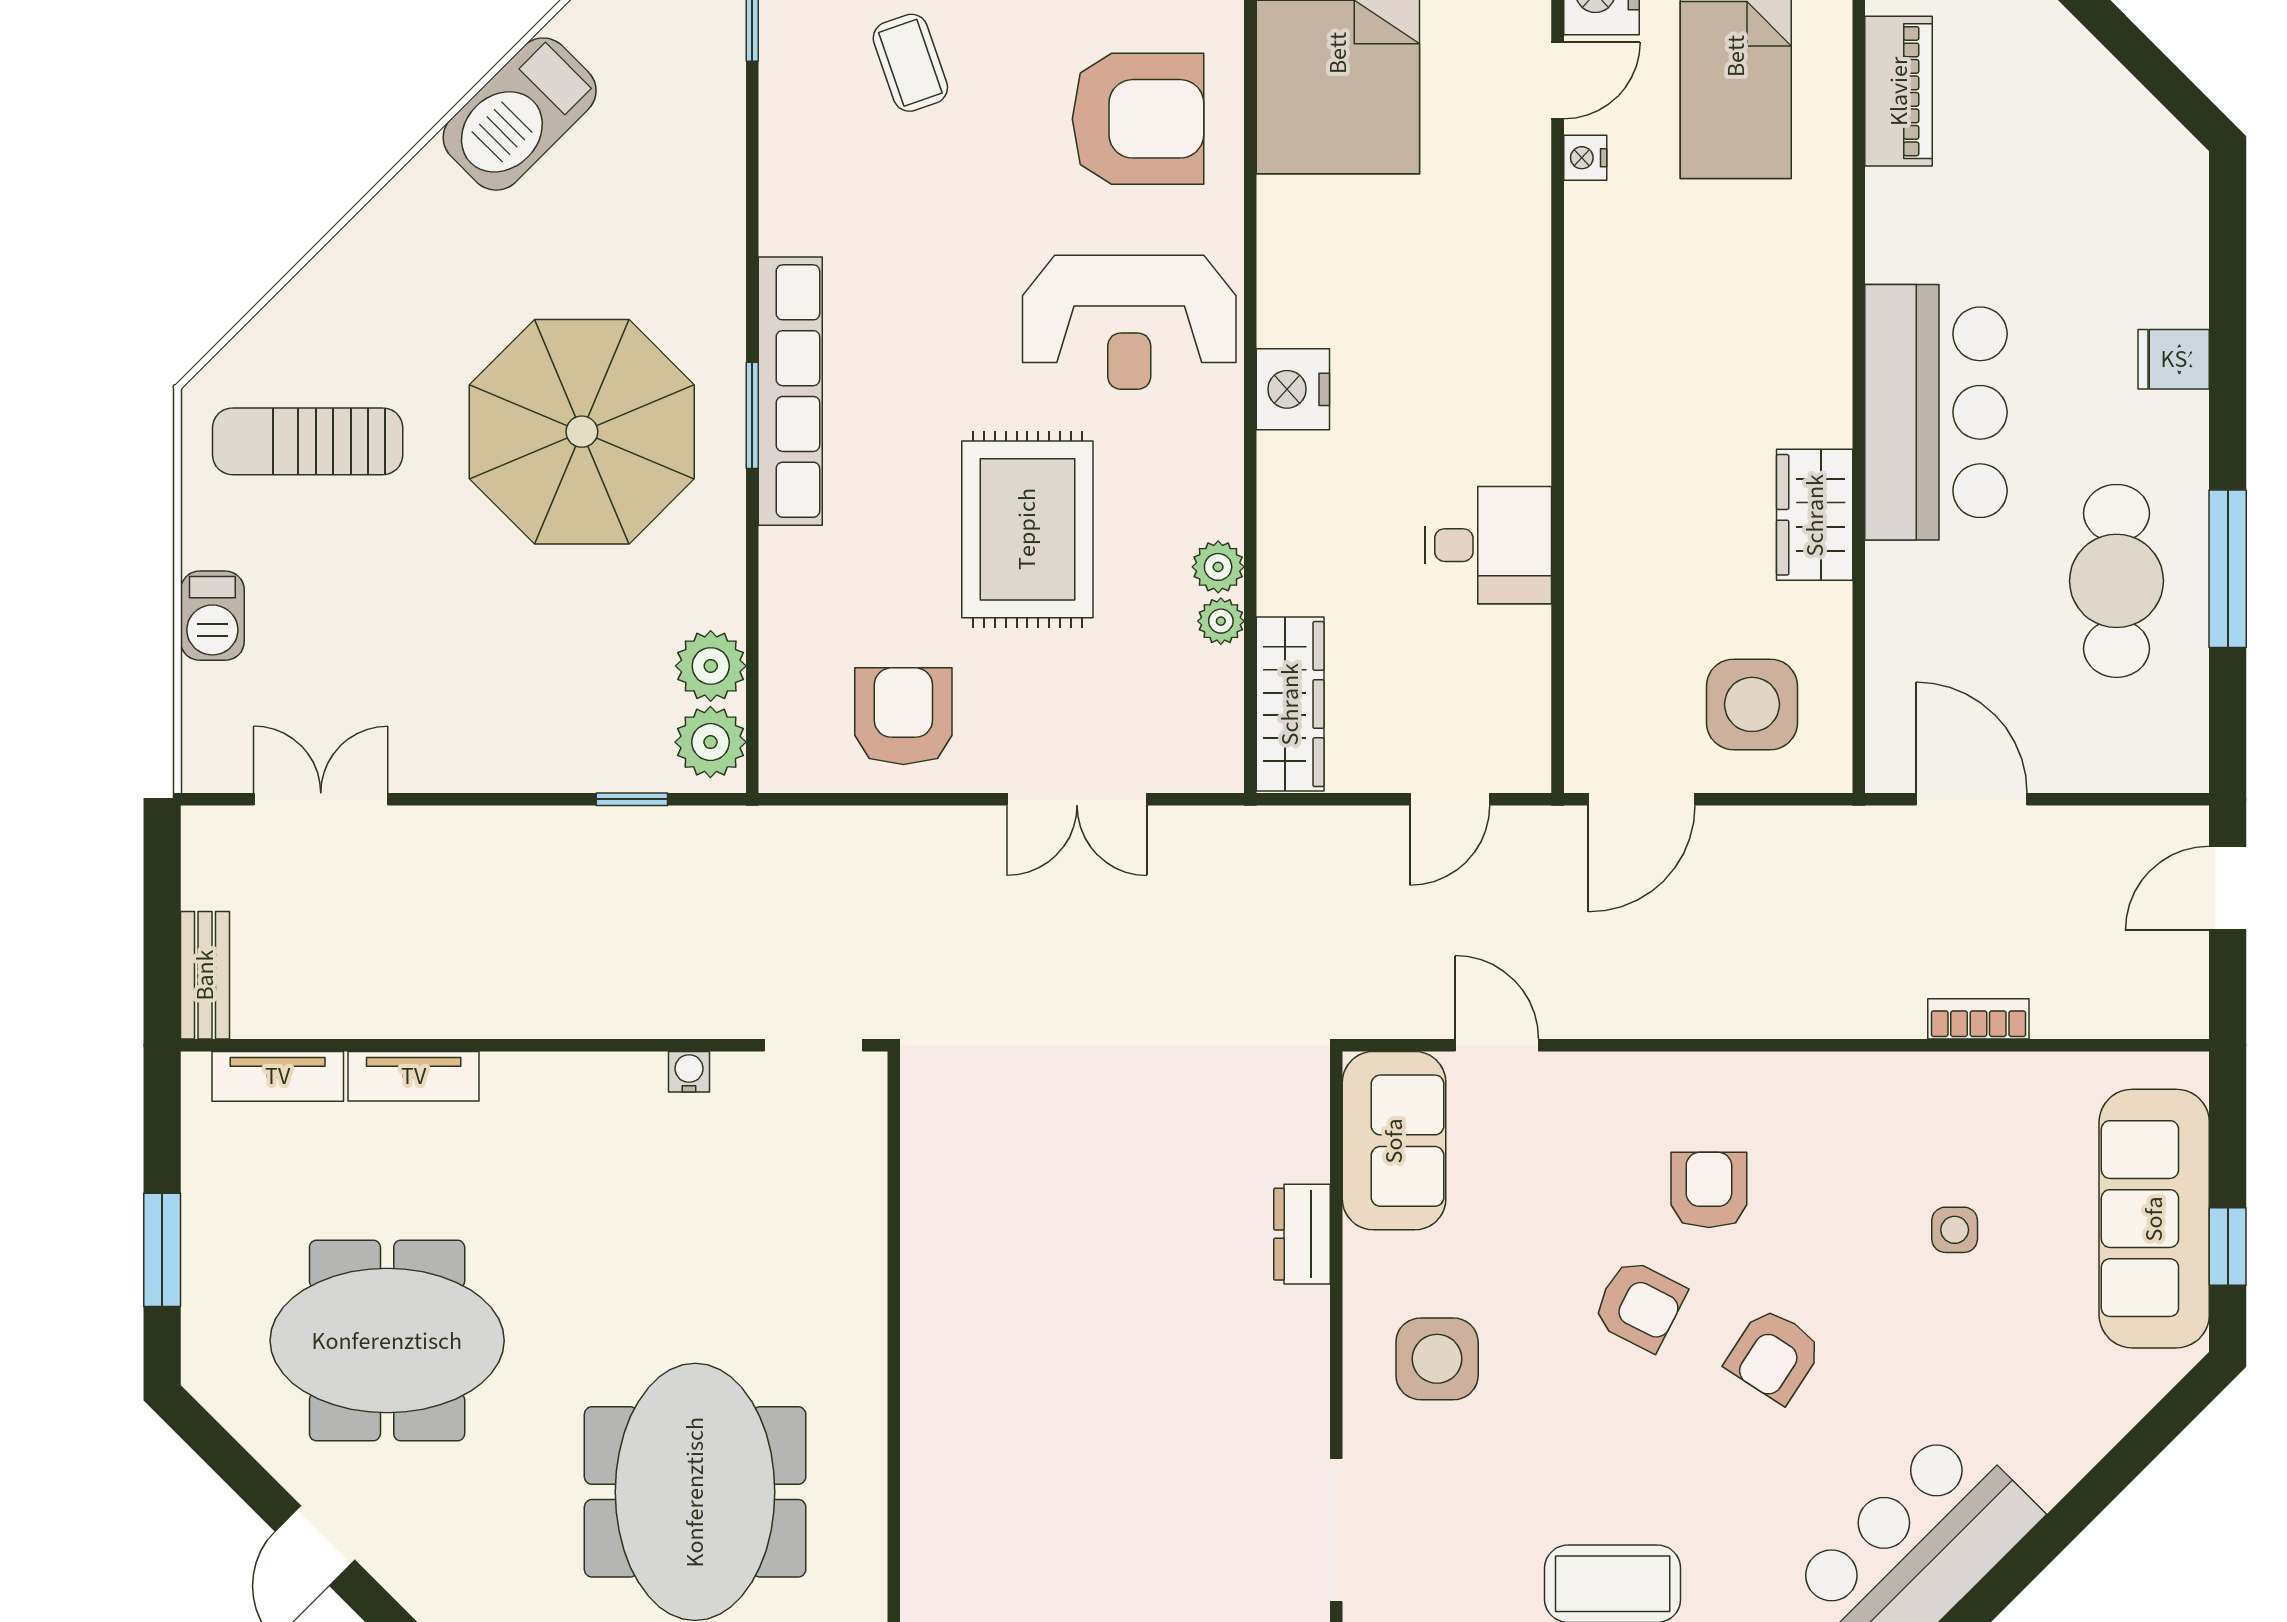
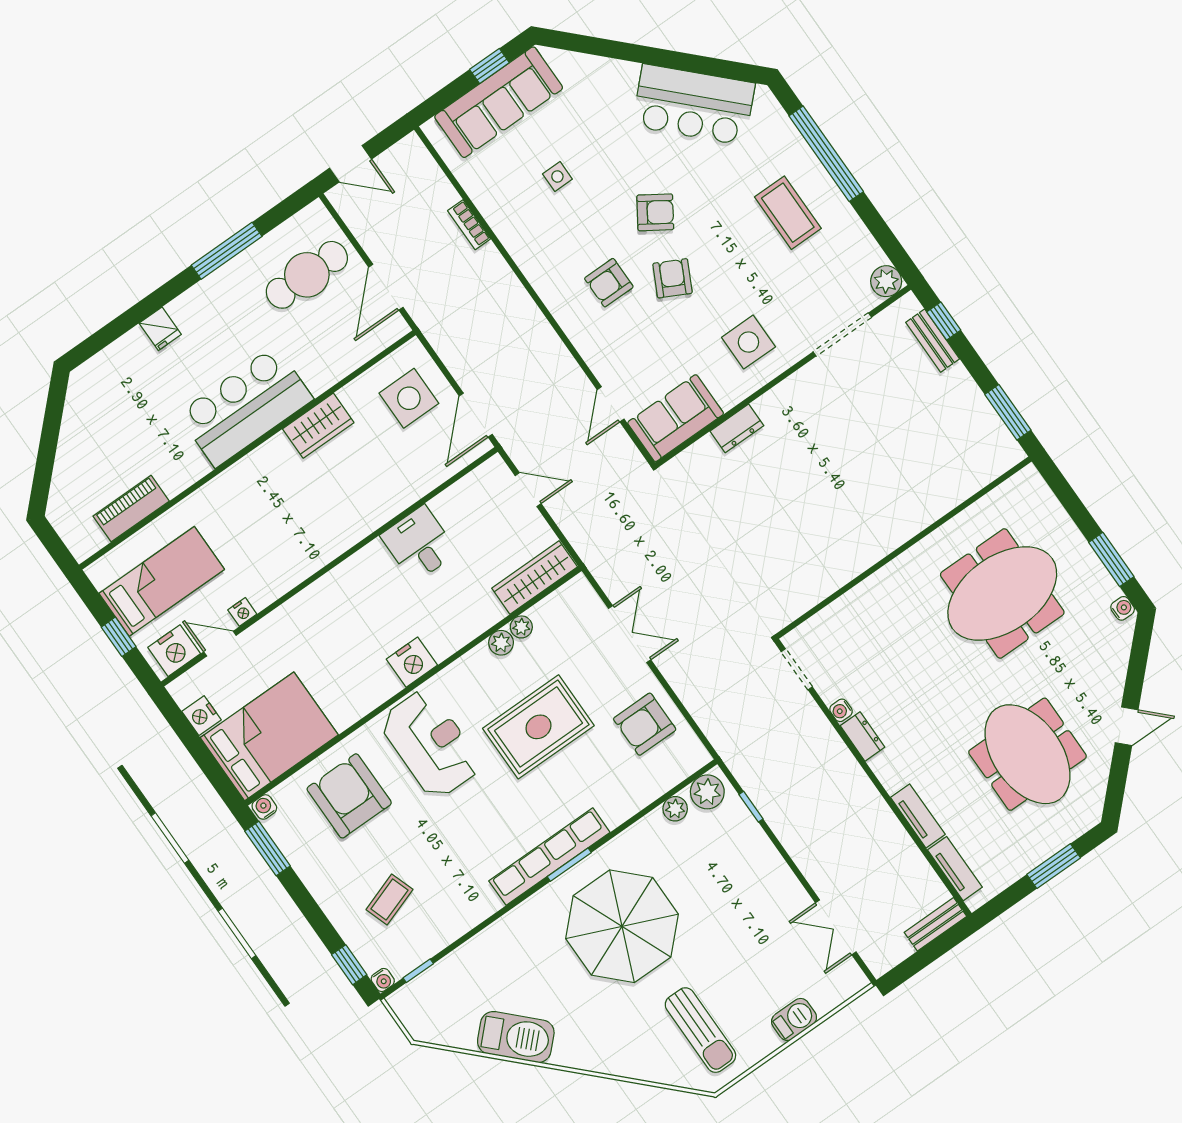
cafe table: (2117, 581) -> (307, 275), moved
plant: (711, 666) -> (675, 809), width x0.73, depth x0.73
door: (1642, 799) -> (476, 415), swing flipped
dresser: (618, 1077) -> (863, 736), added

